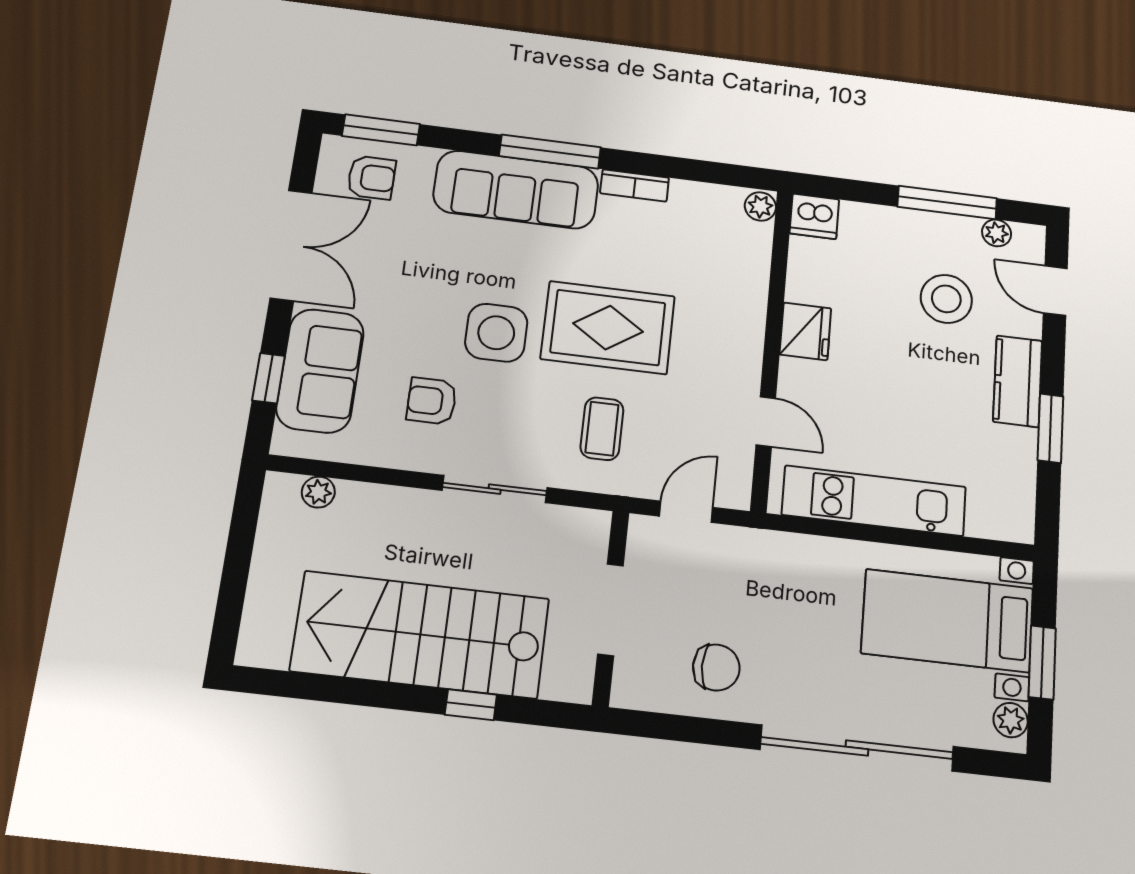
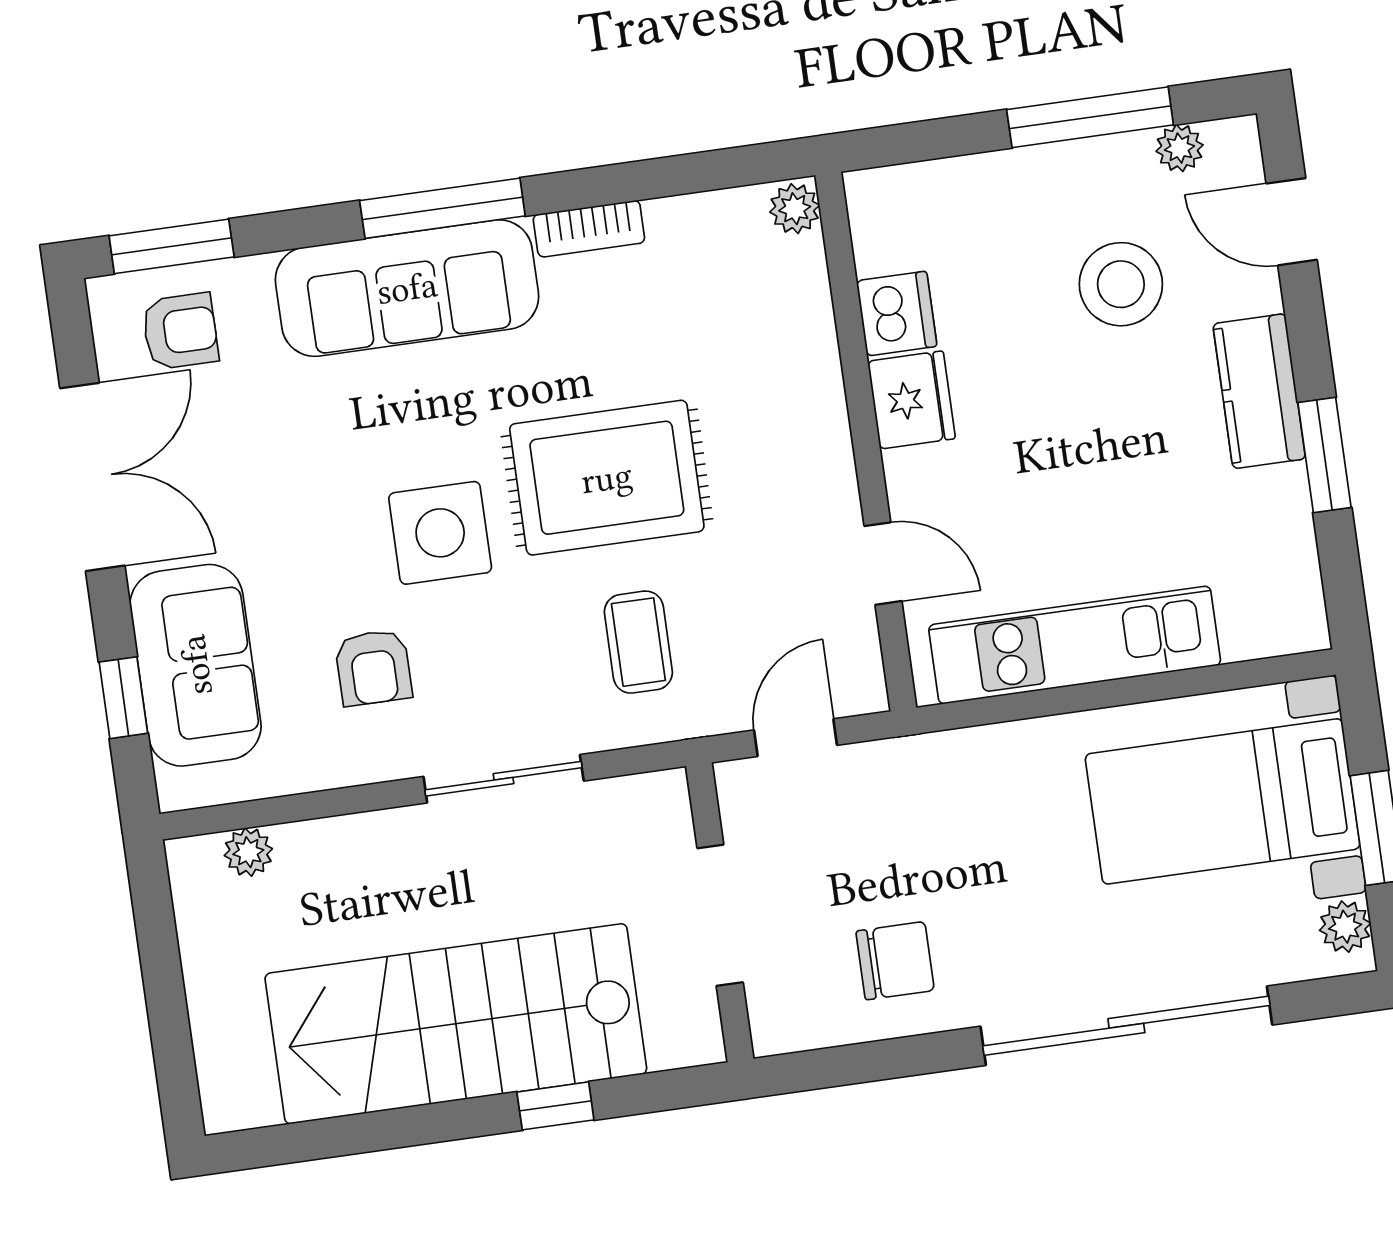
dishwasher: (814, 216) -> (897, 314), moved, turned -90
armchair: (432, 401) -> (373, 668), turned -90

